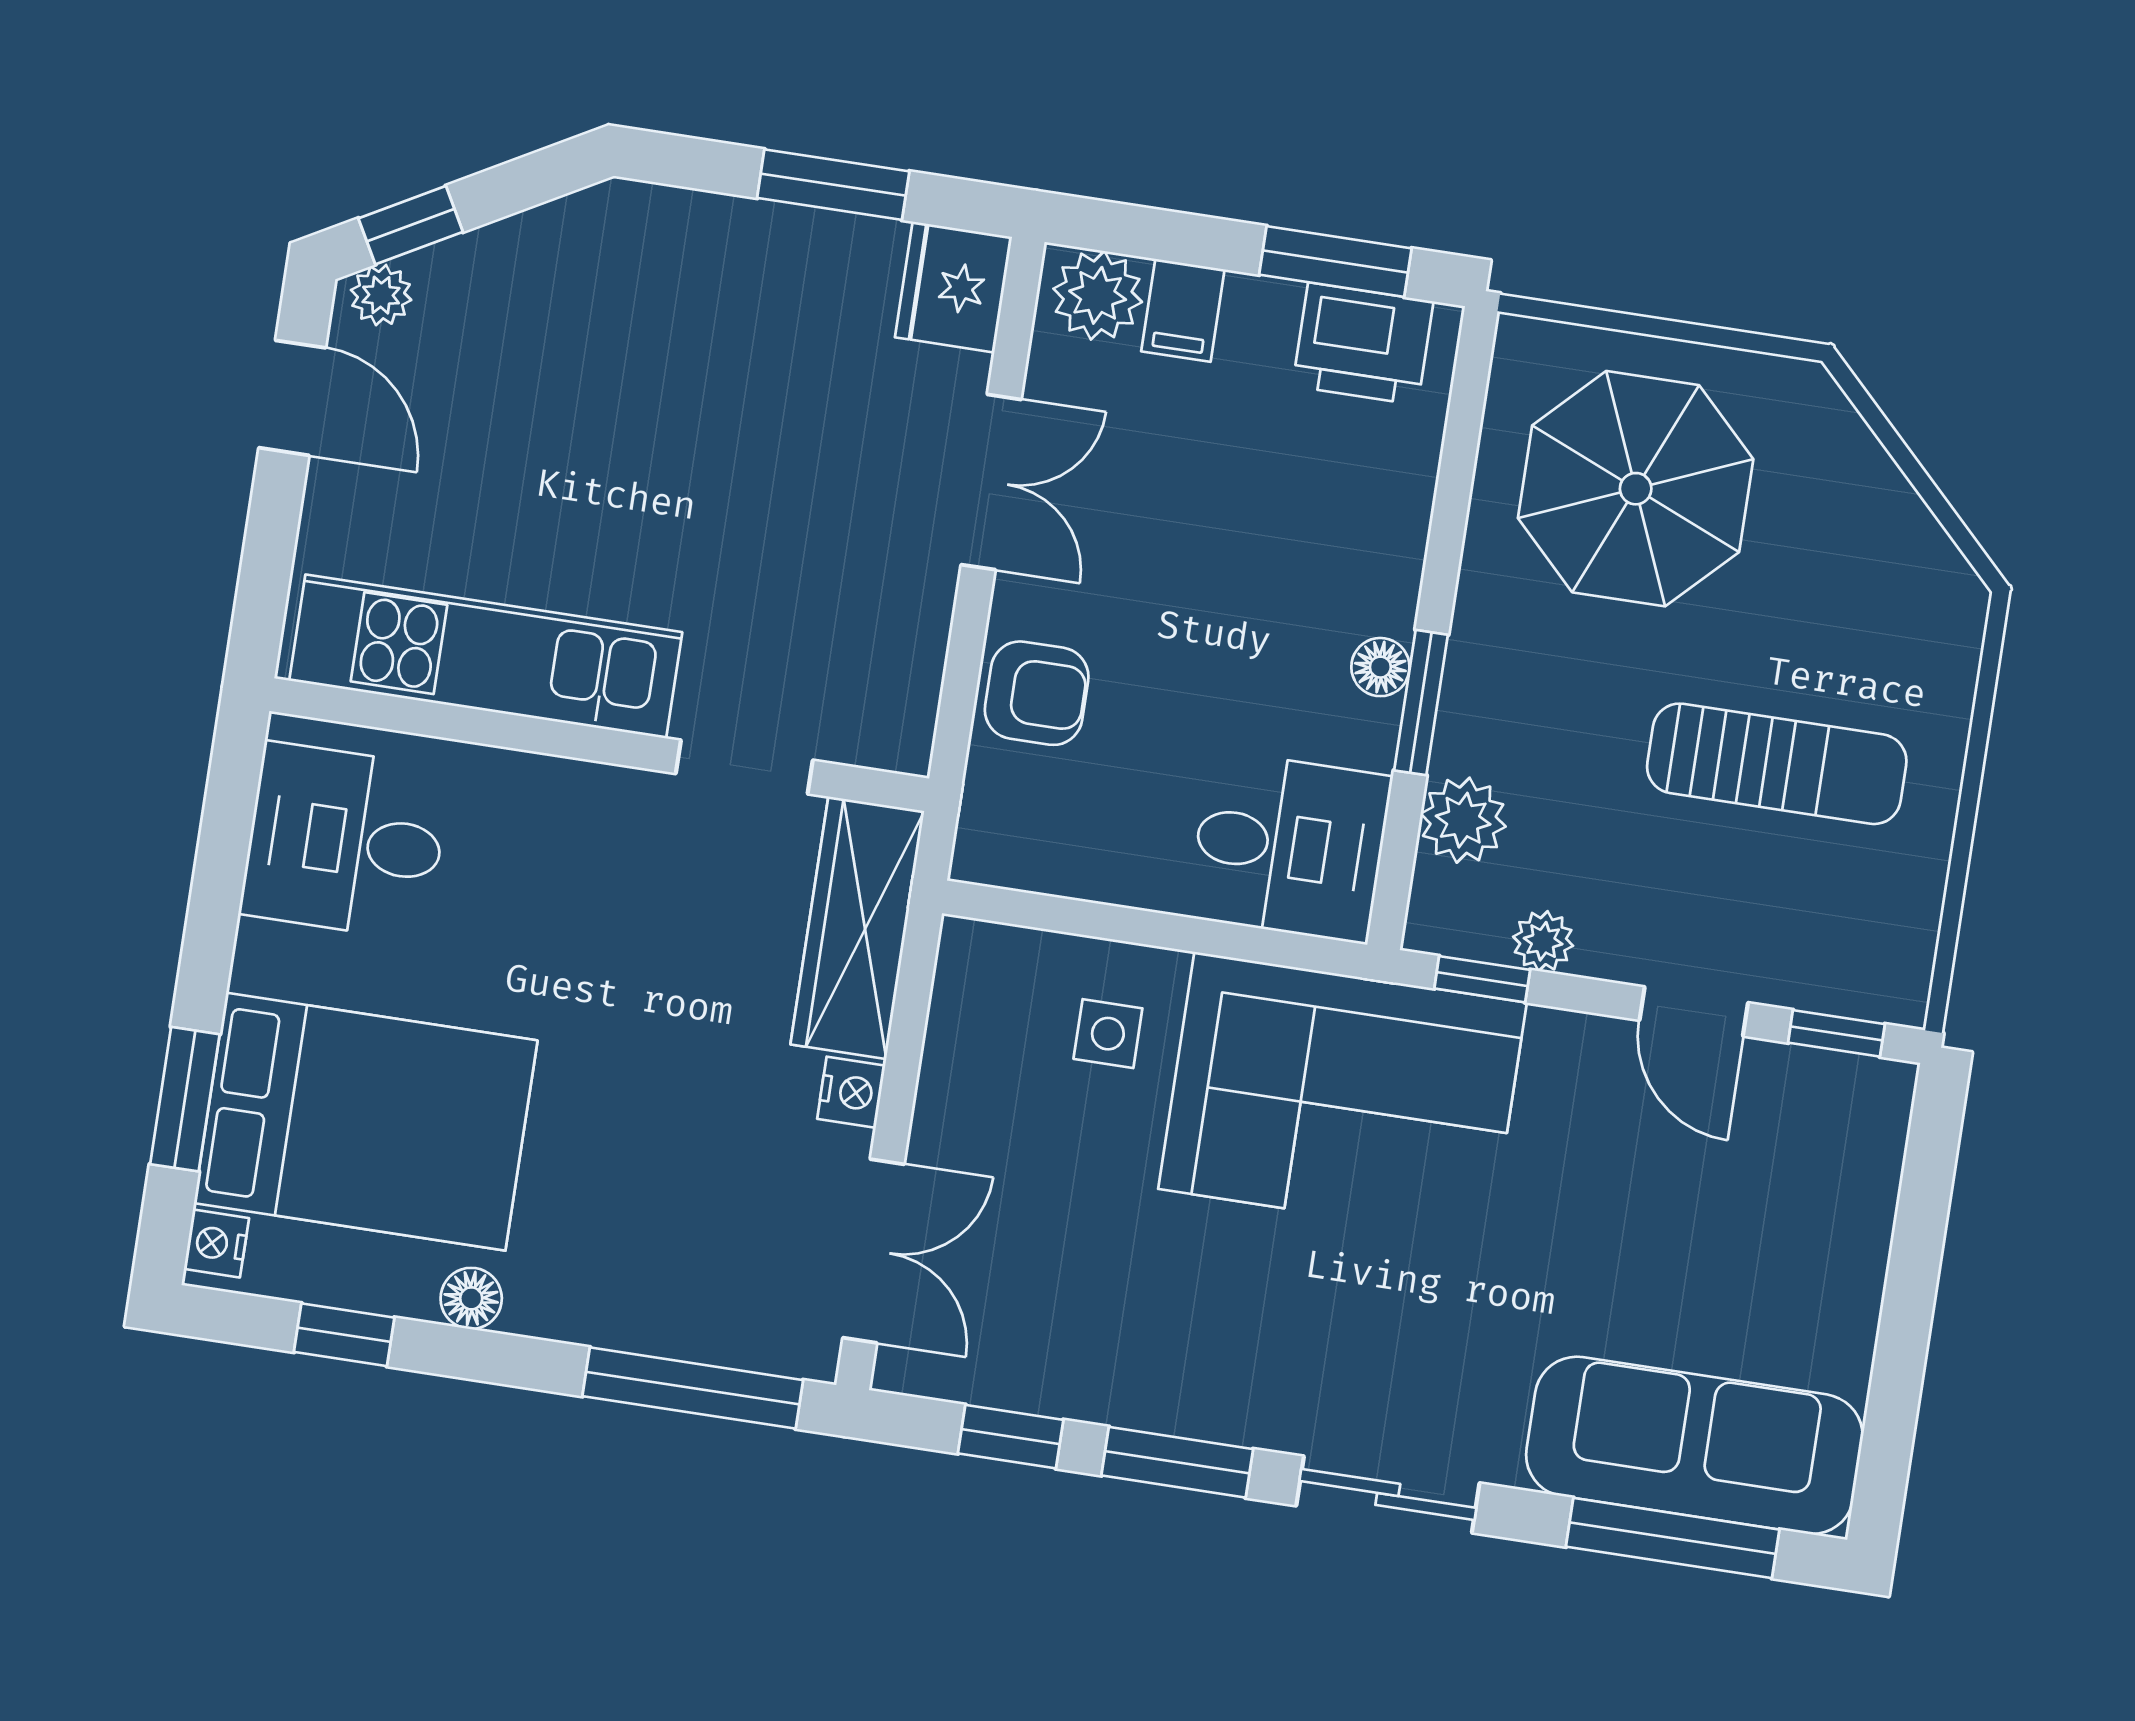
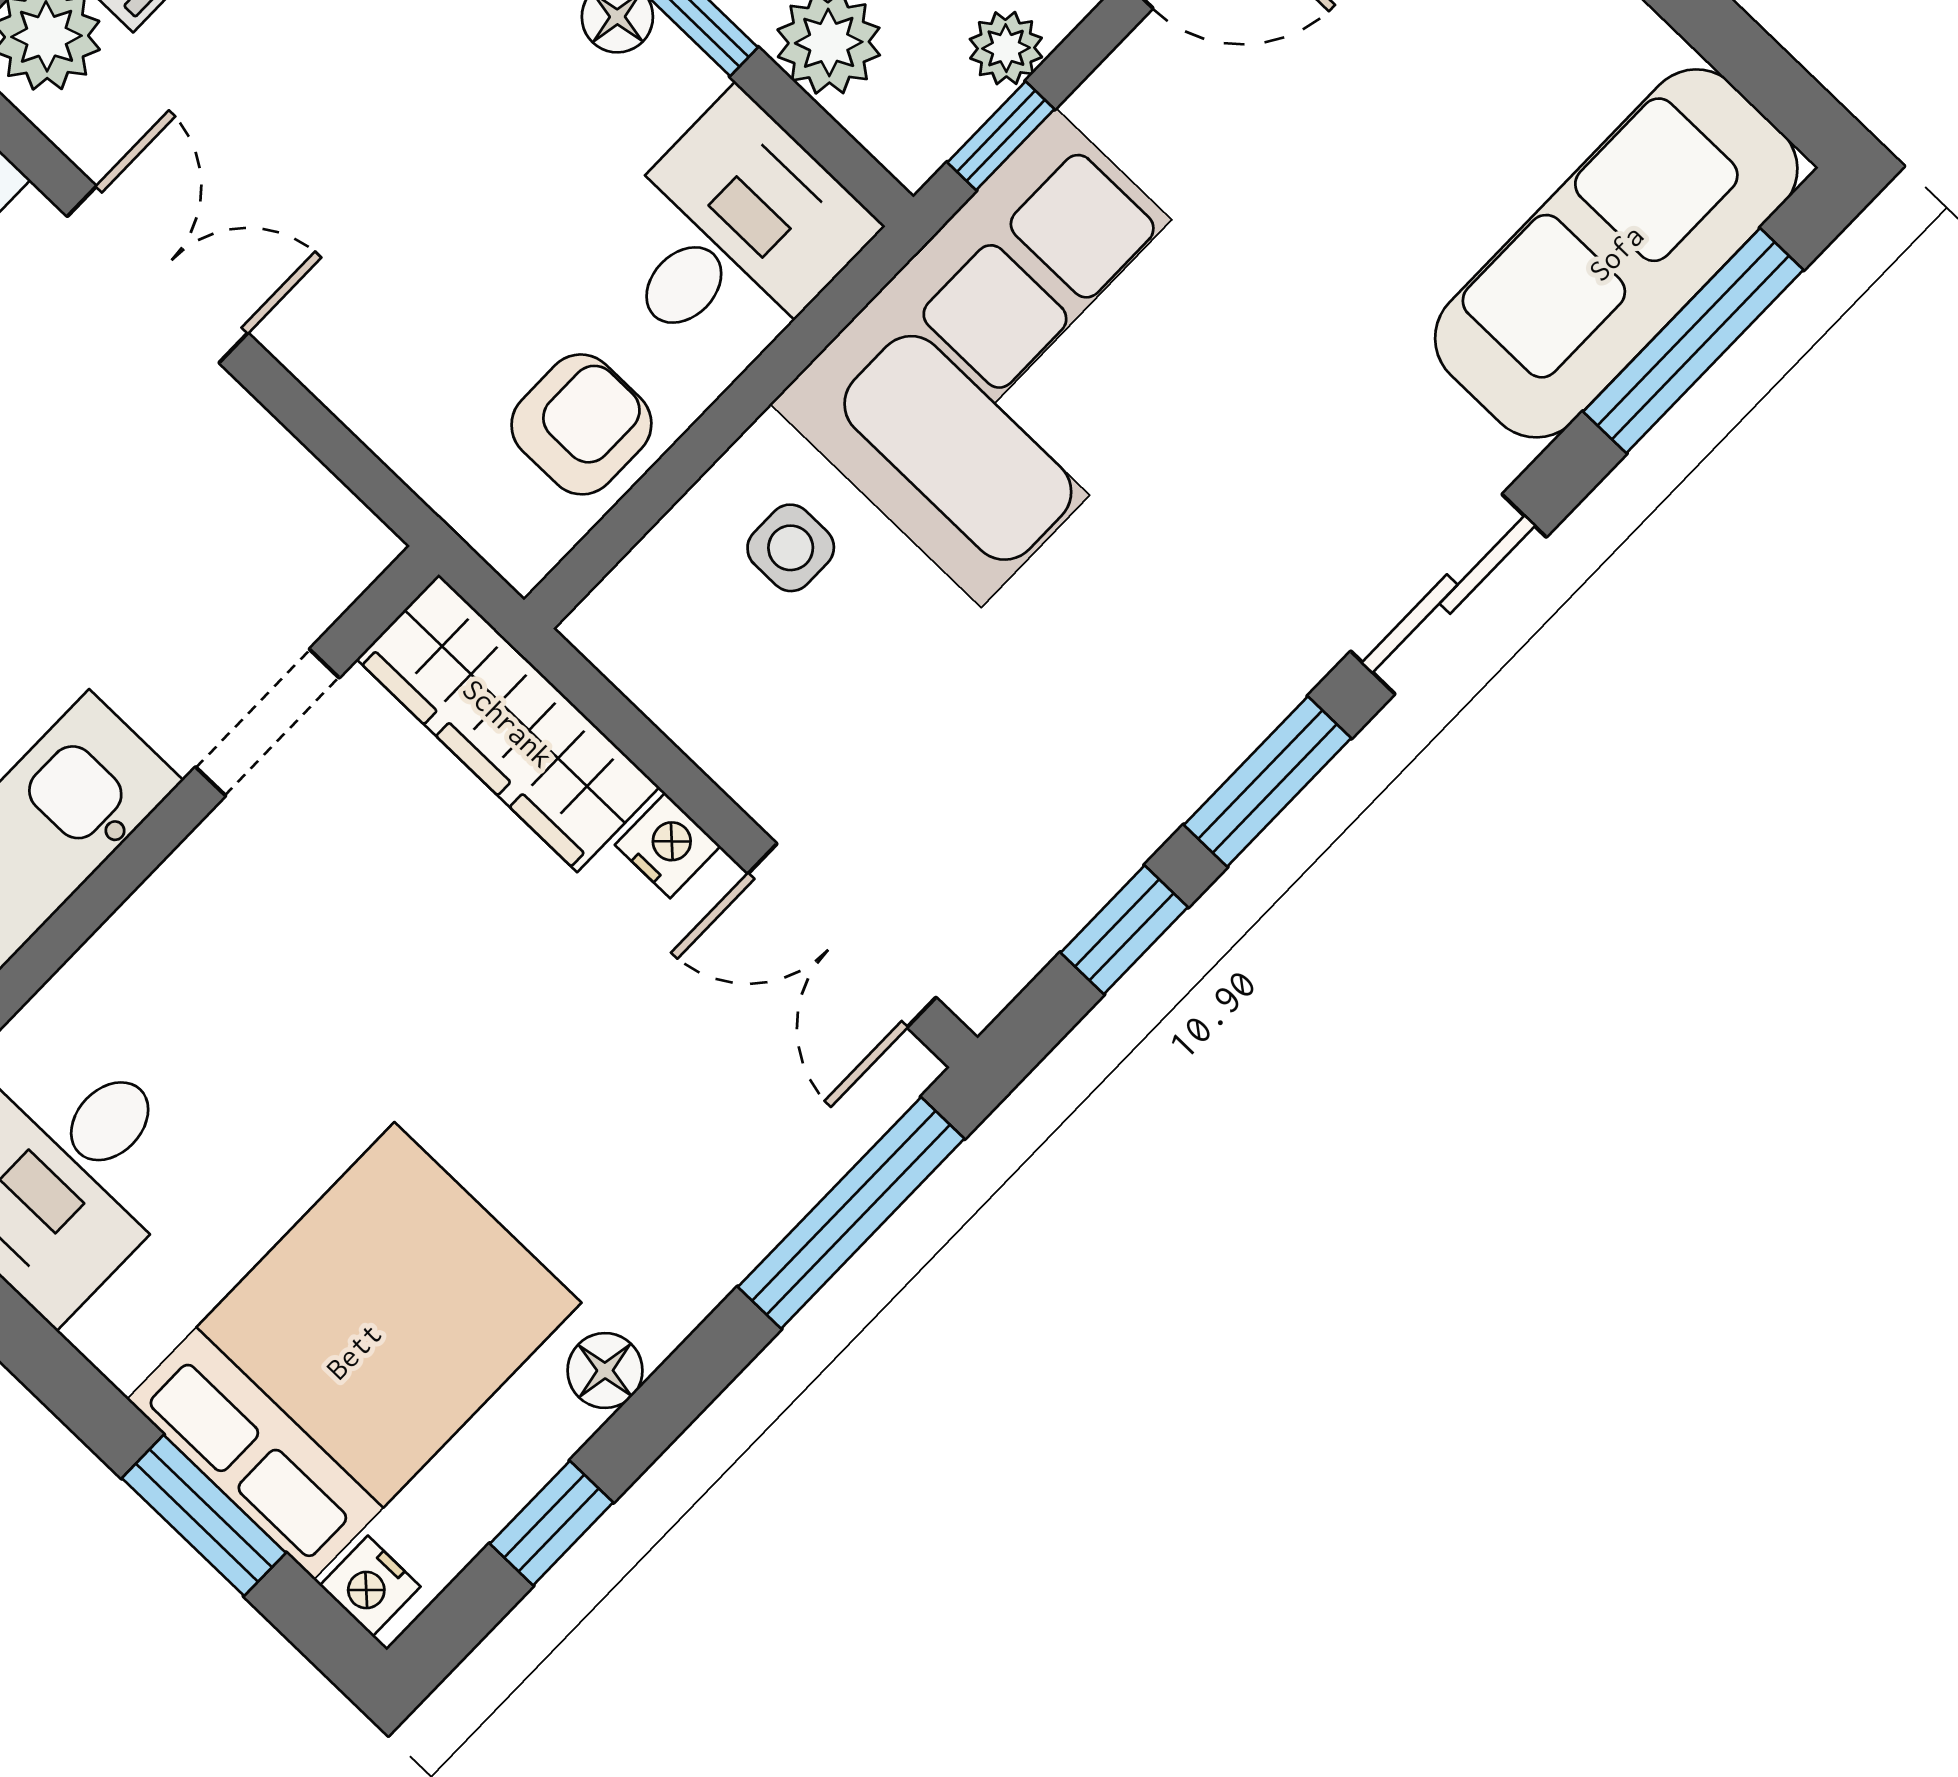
armchair: (1037, 693) -> (581, 424), moved
double door: (874, 1251) -> (842, 935), swing flipped

